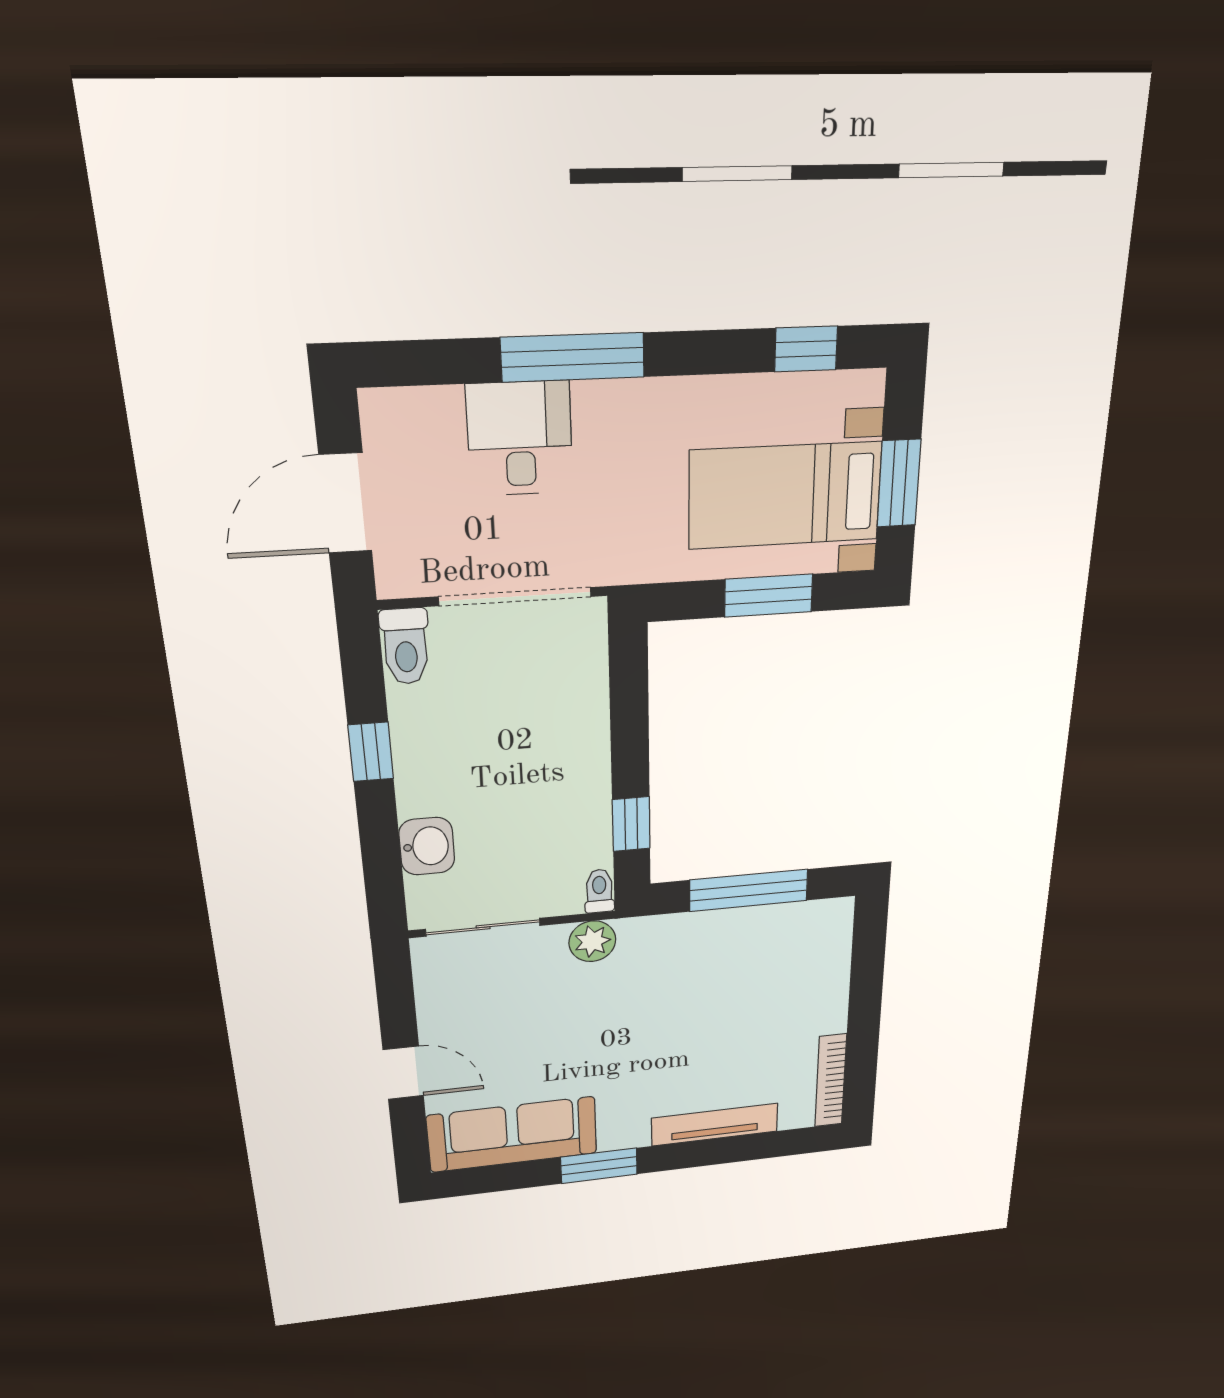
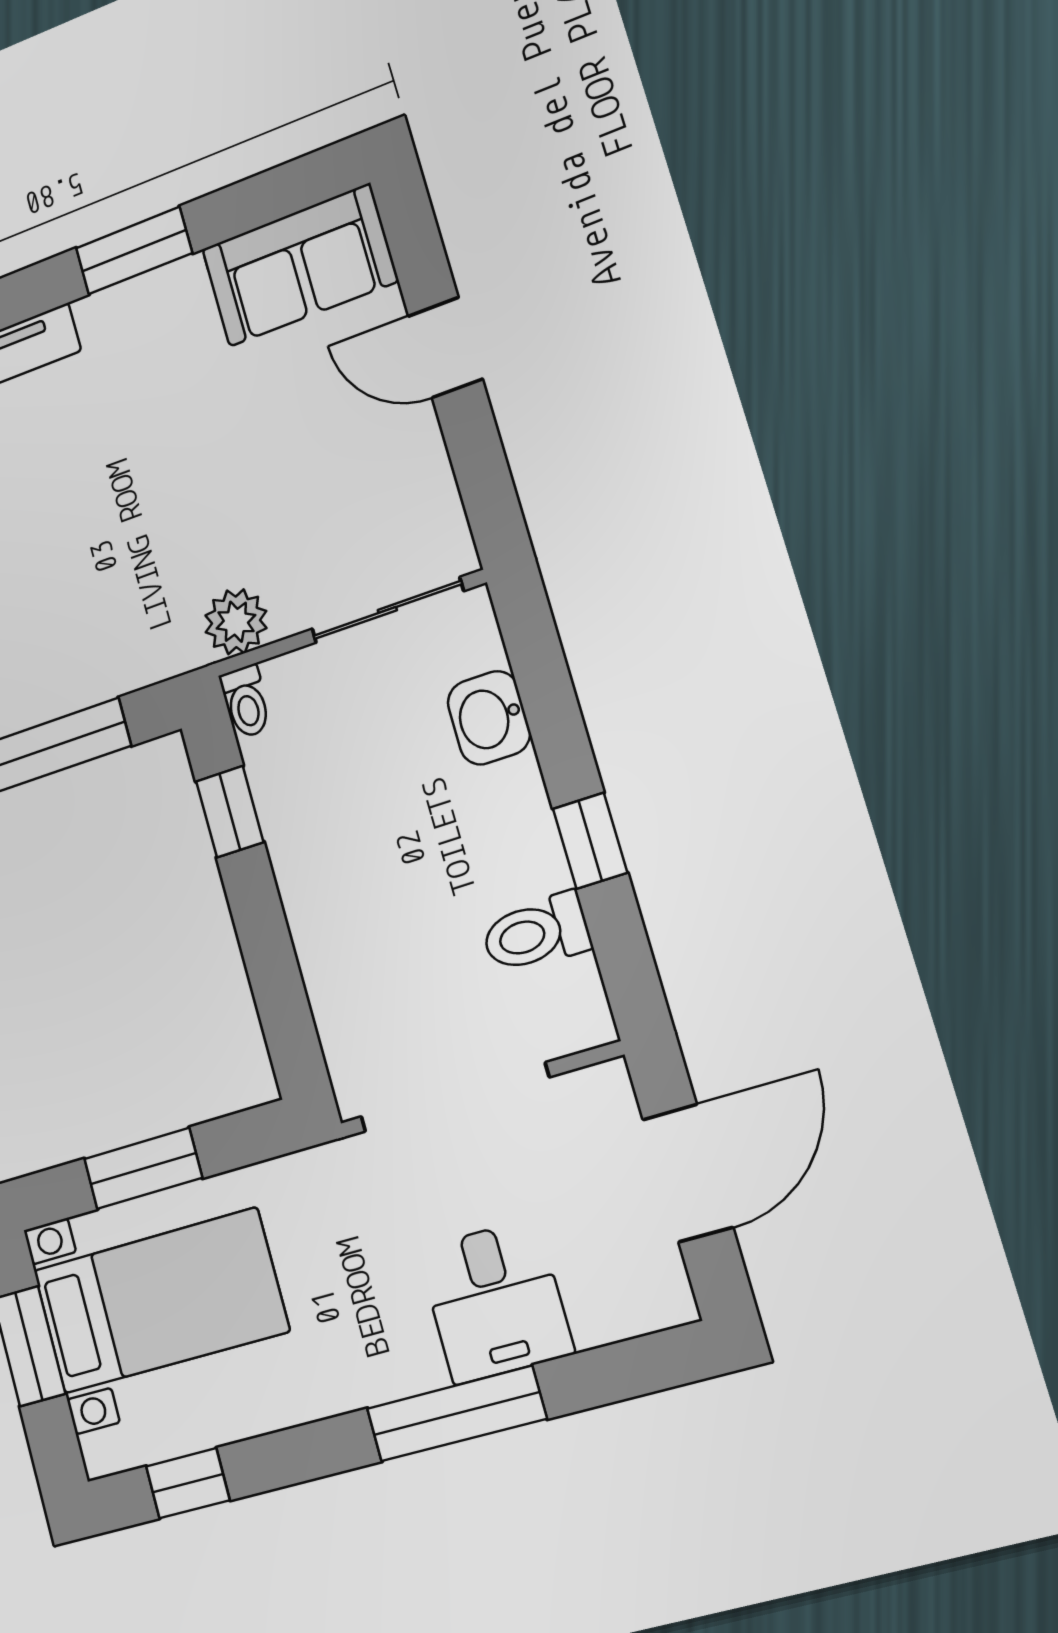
toilet: (405, 646) -> (536, 933), moved, turned -90
sofa: (513, 1134) -> (300, 265), width x0.73

